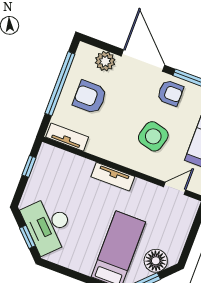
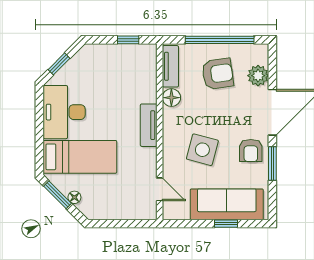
armchair: (90, 97) -> (218, 74), turned 82
floor lamp: (96, 147) -> (171, 98), added
desk: (48, 225) -> (64, 112), moved, turned -45
floor lamp: (156, 261) -> (74, 197), width x0.53, depth x0.53

